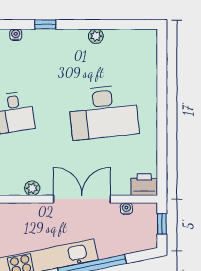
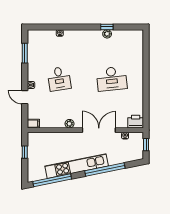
window: (45, 24) -> (107, 27), moved
desk: (104, 112) -> (112, 79), width x0.73, depth x0.77

